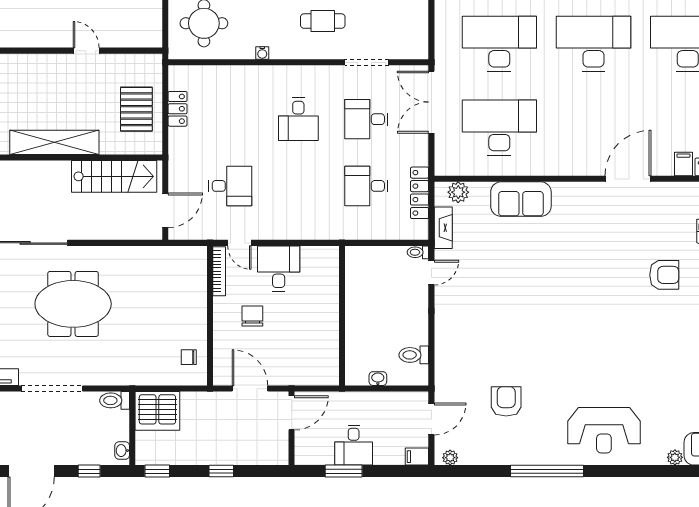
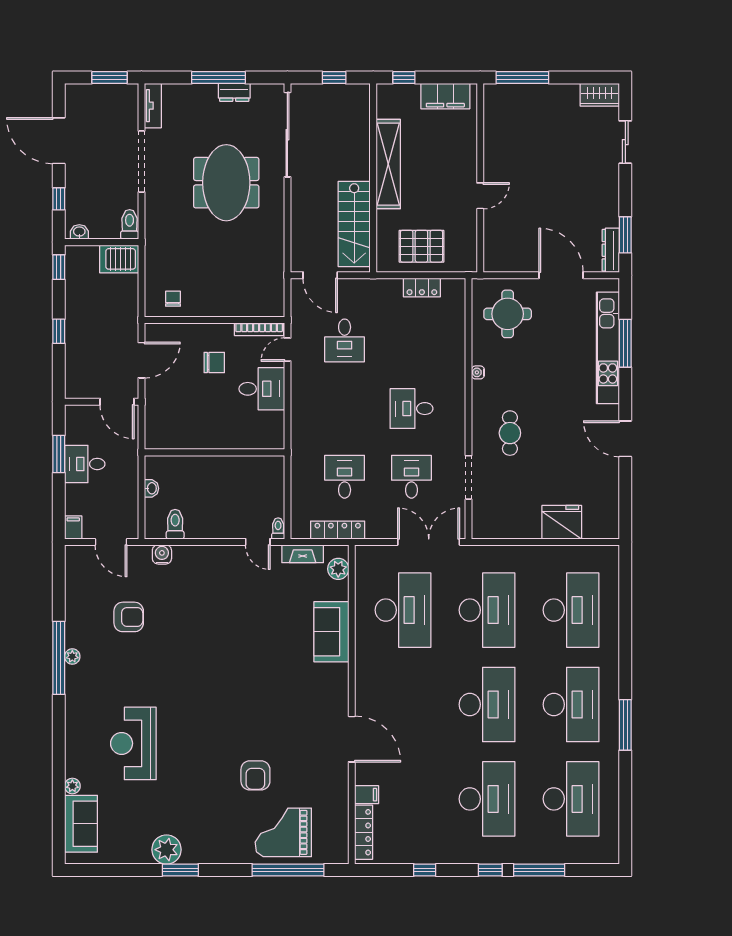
water cooler: (444, 368) -> (162, 554), added
server rack: (157, 411) -> (119, 259), width x0.63
reception desk: (604, 430) -> (133, 743), moved
plant: (450, 458) -> (72, 656), moved

